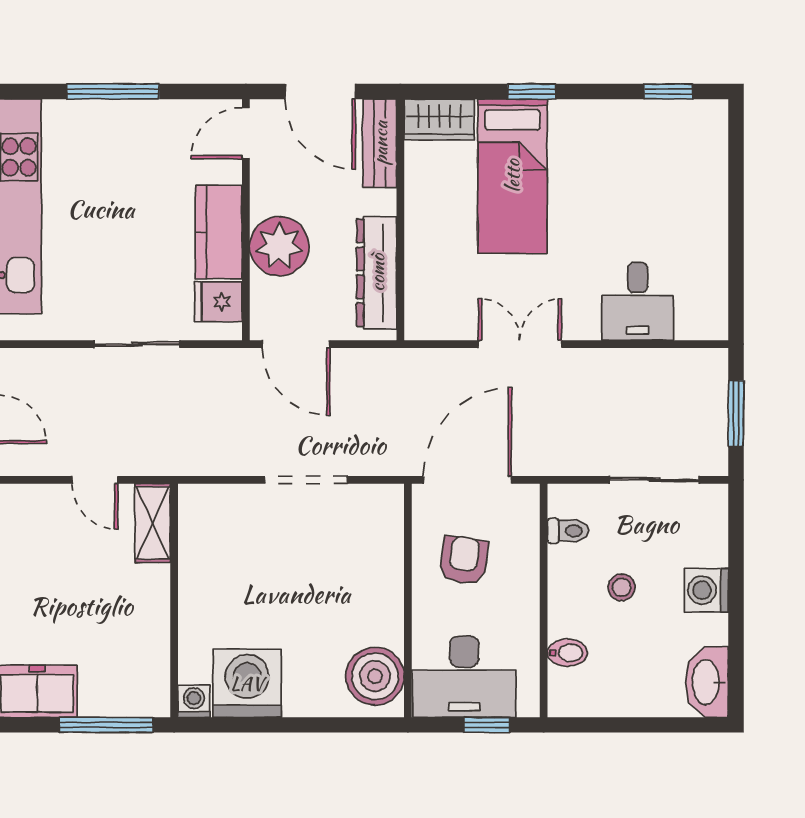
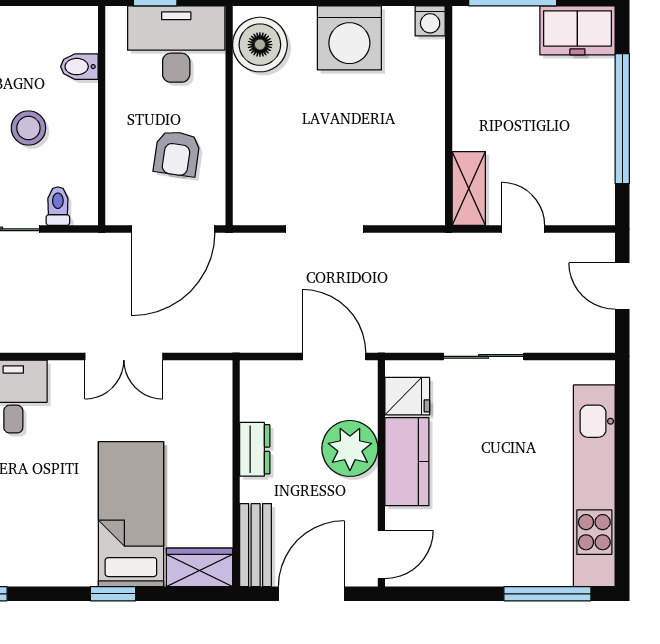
window: (113, 91) -> (547, 594), moved
door: (320, 91) -> (311, 594), hinge flipped
dresser: (377, 273) -> (255, 449), width x0.51, depth x0.80
toilet: (568, 531) -> (58, 206), moved, turned 90
stool: (622, 587) -> (28, 128), width x1.37, depth x1.37
washing machine: (247, 683) -> (349, 38), moved

